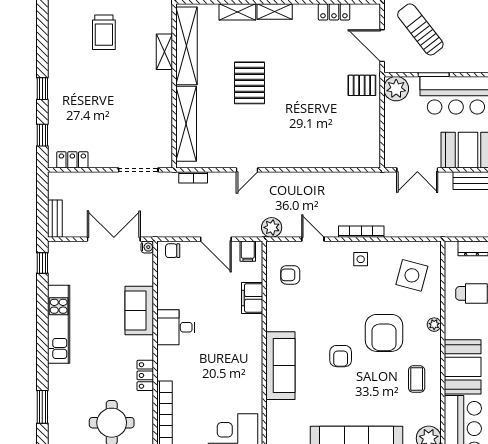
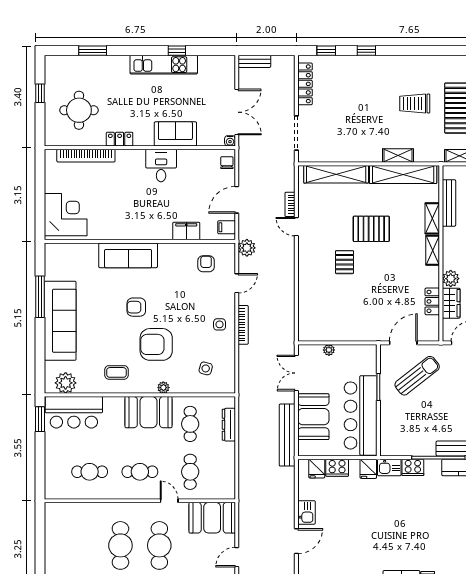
pallet: (362, 85) -> (345, 262), moved
plant: (396, 89) -> (329, 350), moved, width x0.53, depth x0.53
locker: (72, 160) -> (305, 84), width x1.53
bookcase: (193, 177) -> (290, 204), moved
window: (42, 263) -> (177, 51), moved
side table: (412, 275) -> (206, 368), width x0.54, depth x0.54
booth: (463, 367) -> (148, 412), moved

